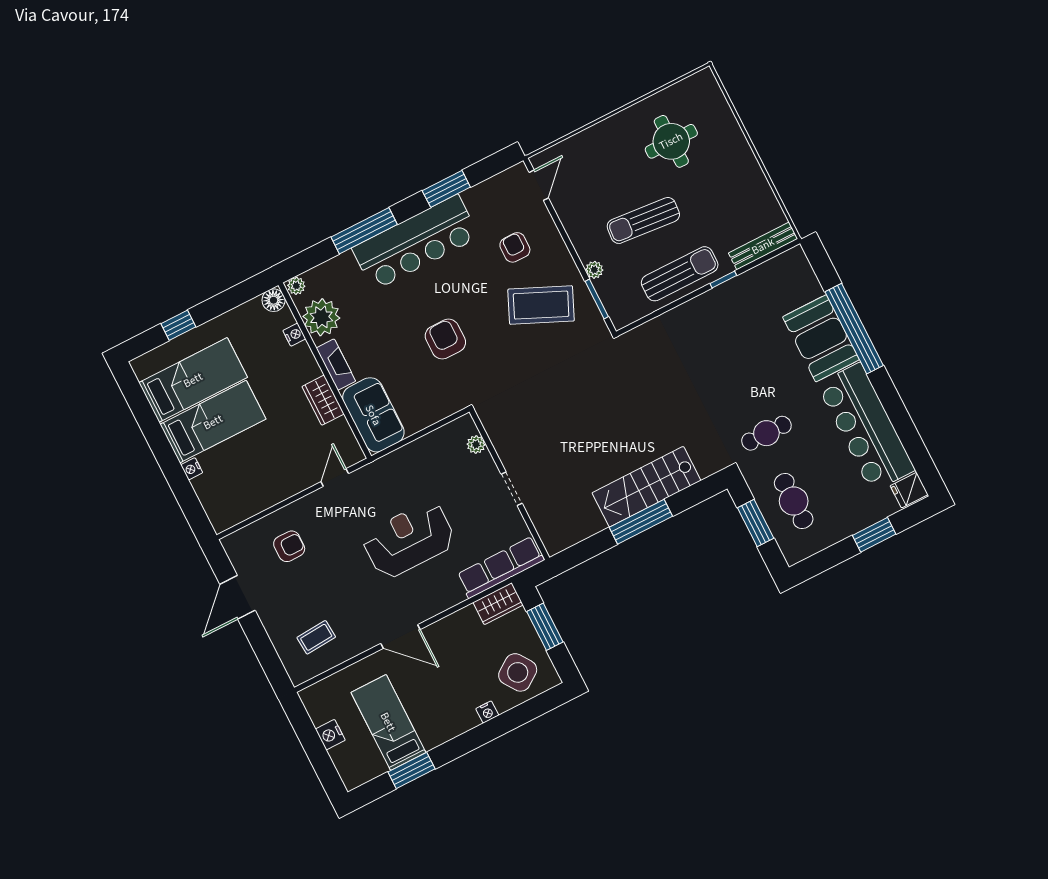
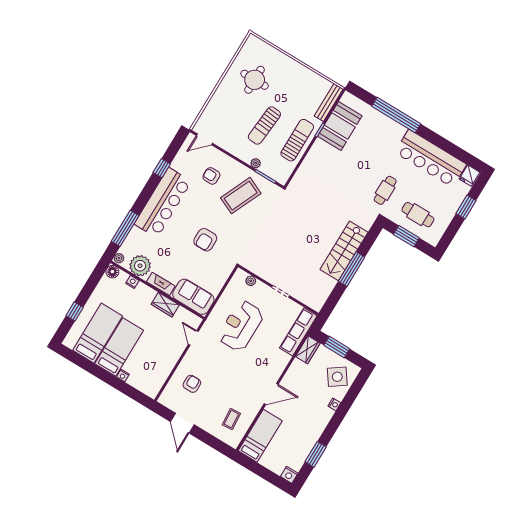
door: (539, 185) -> (204, 139), swing flipped
window: (446, 189) -> (162, 168), width x0.67
window: (364, 231) -> (125, 228), moved
booth: (821, 338) -> (340, 126), moved, turned 90
armchair: (445, 339) -> (205, 240), turned -90
reception desk: (409, 540) -> (241, 326), moved
bed: (388, 722) -> (260, 436), moved, turned 90
nightstand: (330, 735) -> (289, 475), moved

